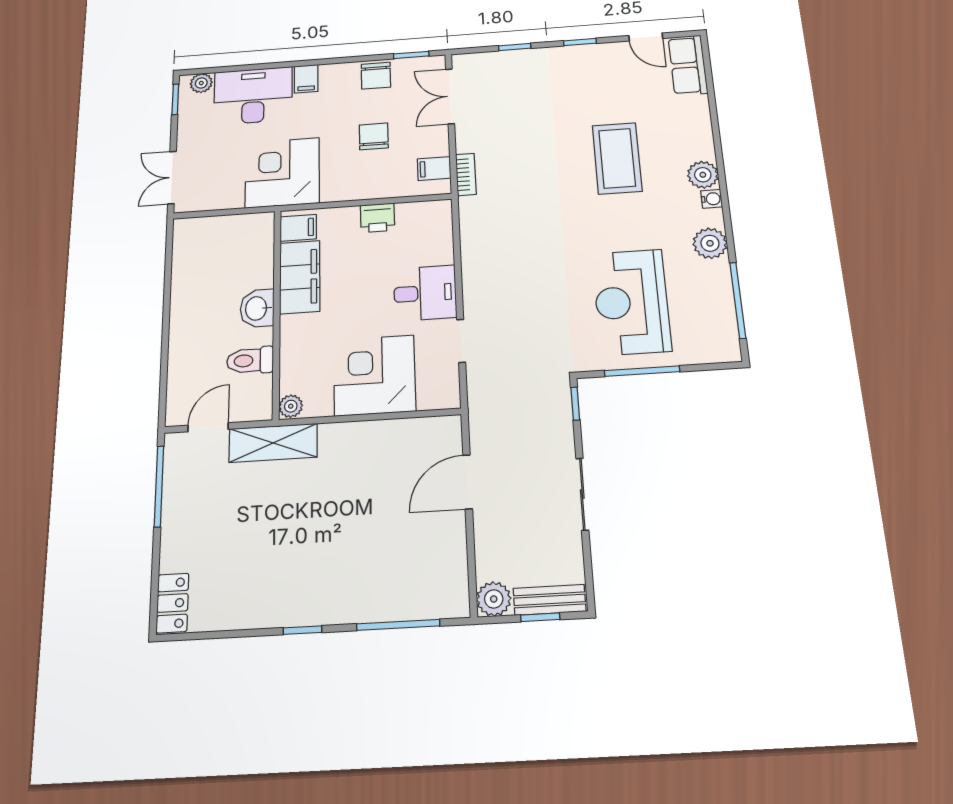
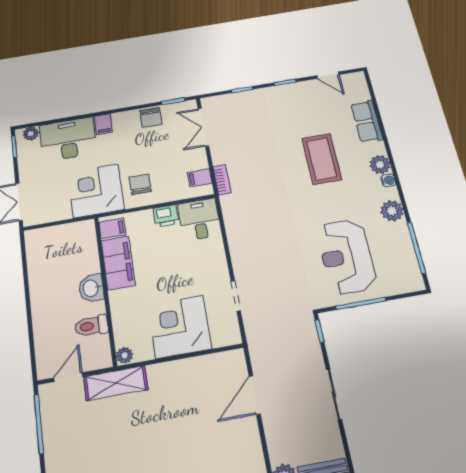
row of seats: (688, 65) -> (367, 121), moved
chair: (374, 136) -> (140, 184), moved
desk: (425, 293) -> (199, 219), moved, turned -90

